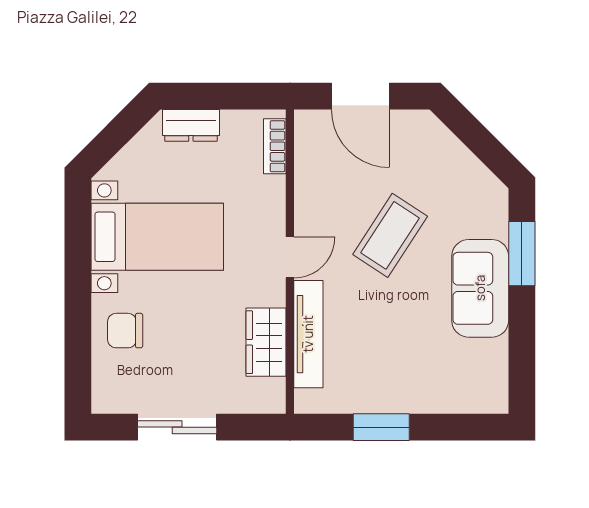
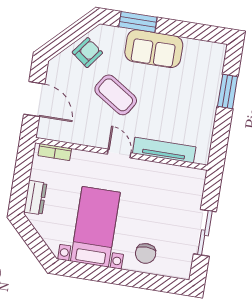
door: (360, 96) -> (34, 99), hinge flipped
armchair: (455, 175) -> (87, 53), added
wardrobe: (266, 342) -> (165, 175), removed
window: (381, 427) -> (228, 92), moved

